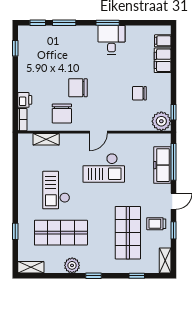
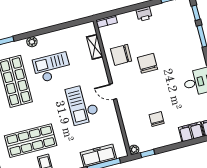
printer: (25, 100) -> (144, 14), moved
plant: (161, 121) -> (134, 150), width x0.53, depth x0.53
plant: (24, 204) -> (32, 42), added

